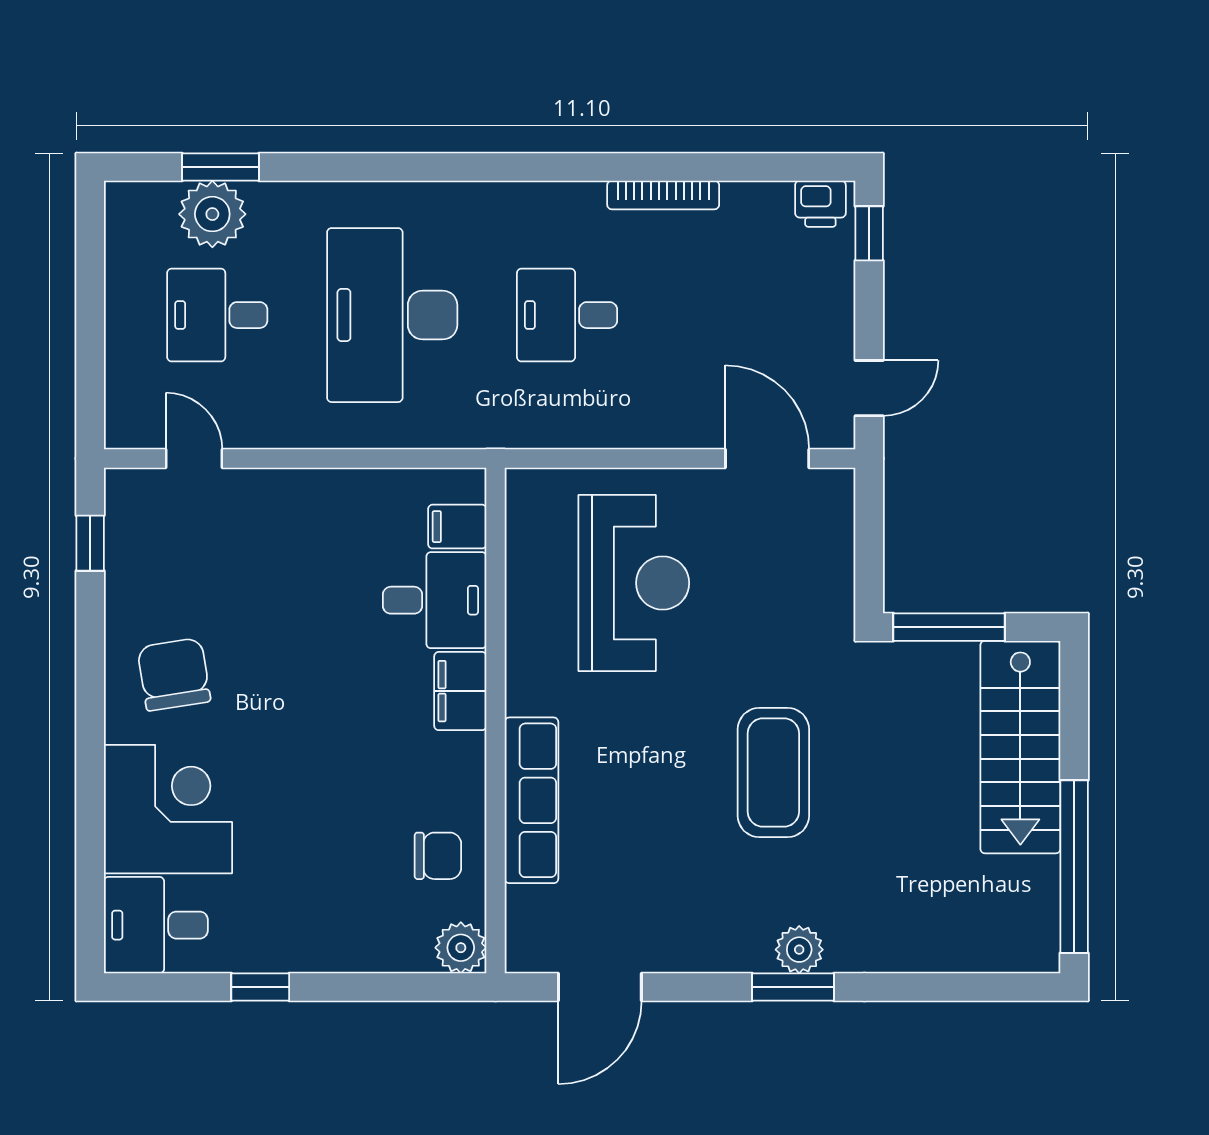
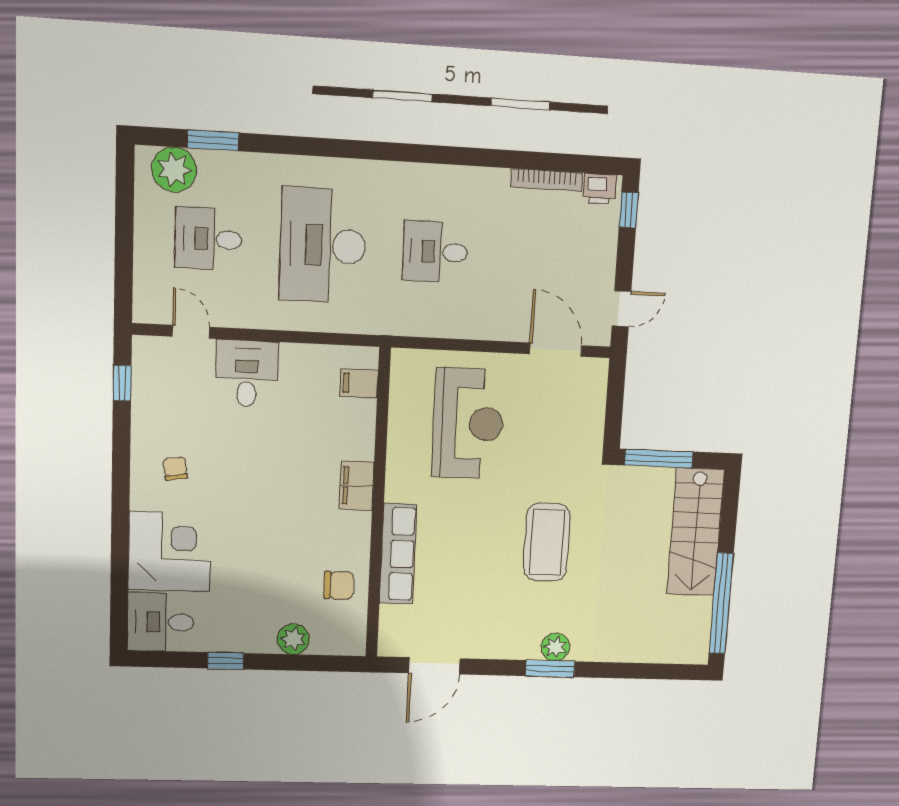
bookcase: (663, 195) -> (547, 180), moved
plant: (212, 214) -> (174, 170), moved
desk: (435, 600) -> (247, 374), moved, turned -90
chair: (174, 674) -> (175, 468), width x0.54, depth x0.54
plant: (461, 948) -> (293, 639), moved

